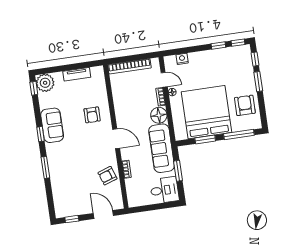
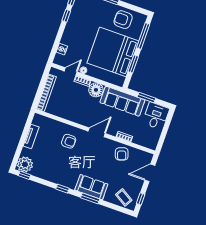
sofa: (52, 125) -> (91, 187), moved
coffee table: (64, 201) -> (124, 197), added

